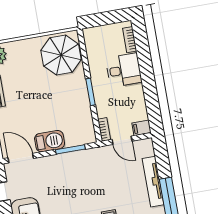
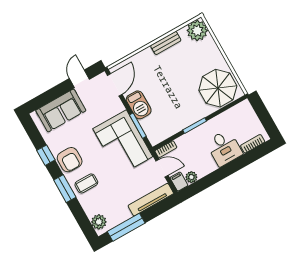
plant: (142, 114) -> (191, 177), added
door: (122, 140) -> (162, 168), swing flipped
corner sofa: (82, 171) -> (123, 143), added
tv unit: (153, 182) -> (151, 200), moved

